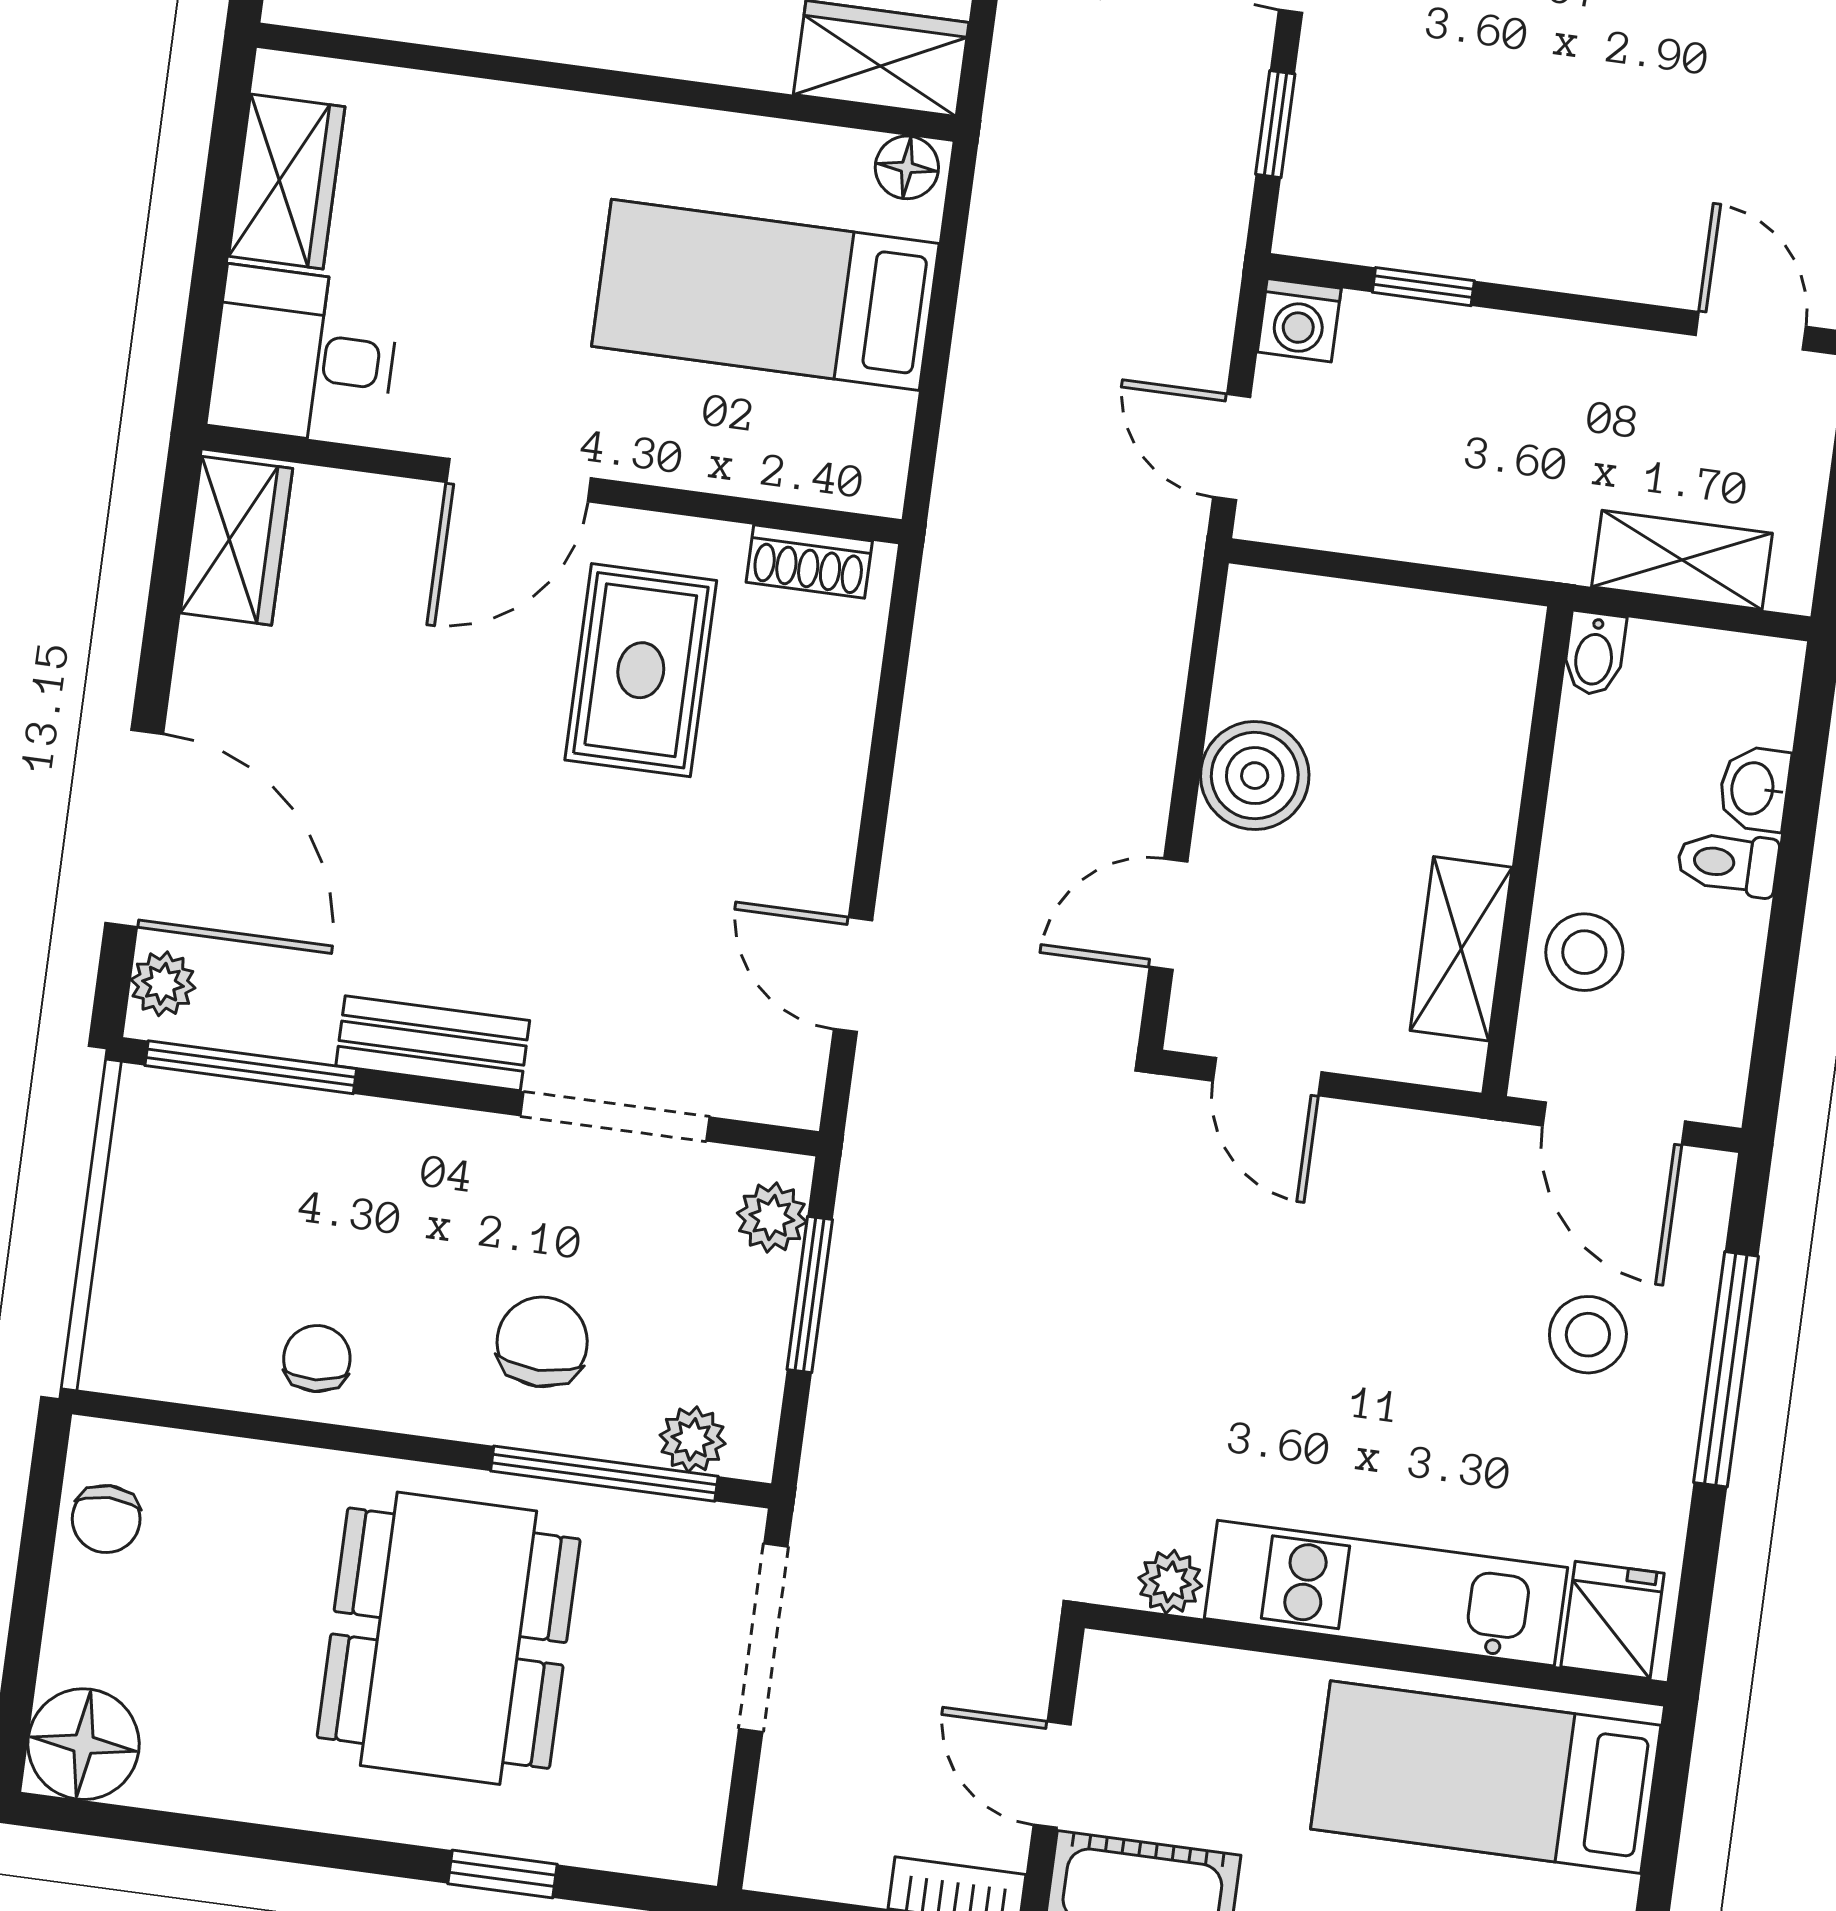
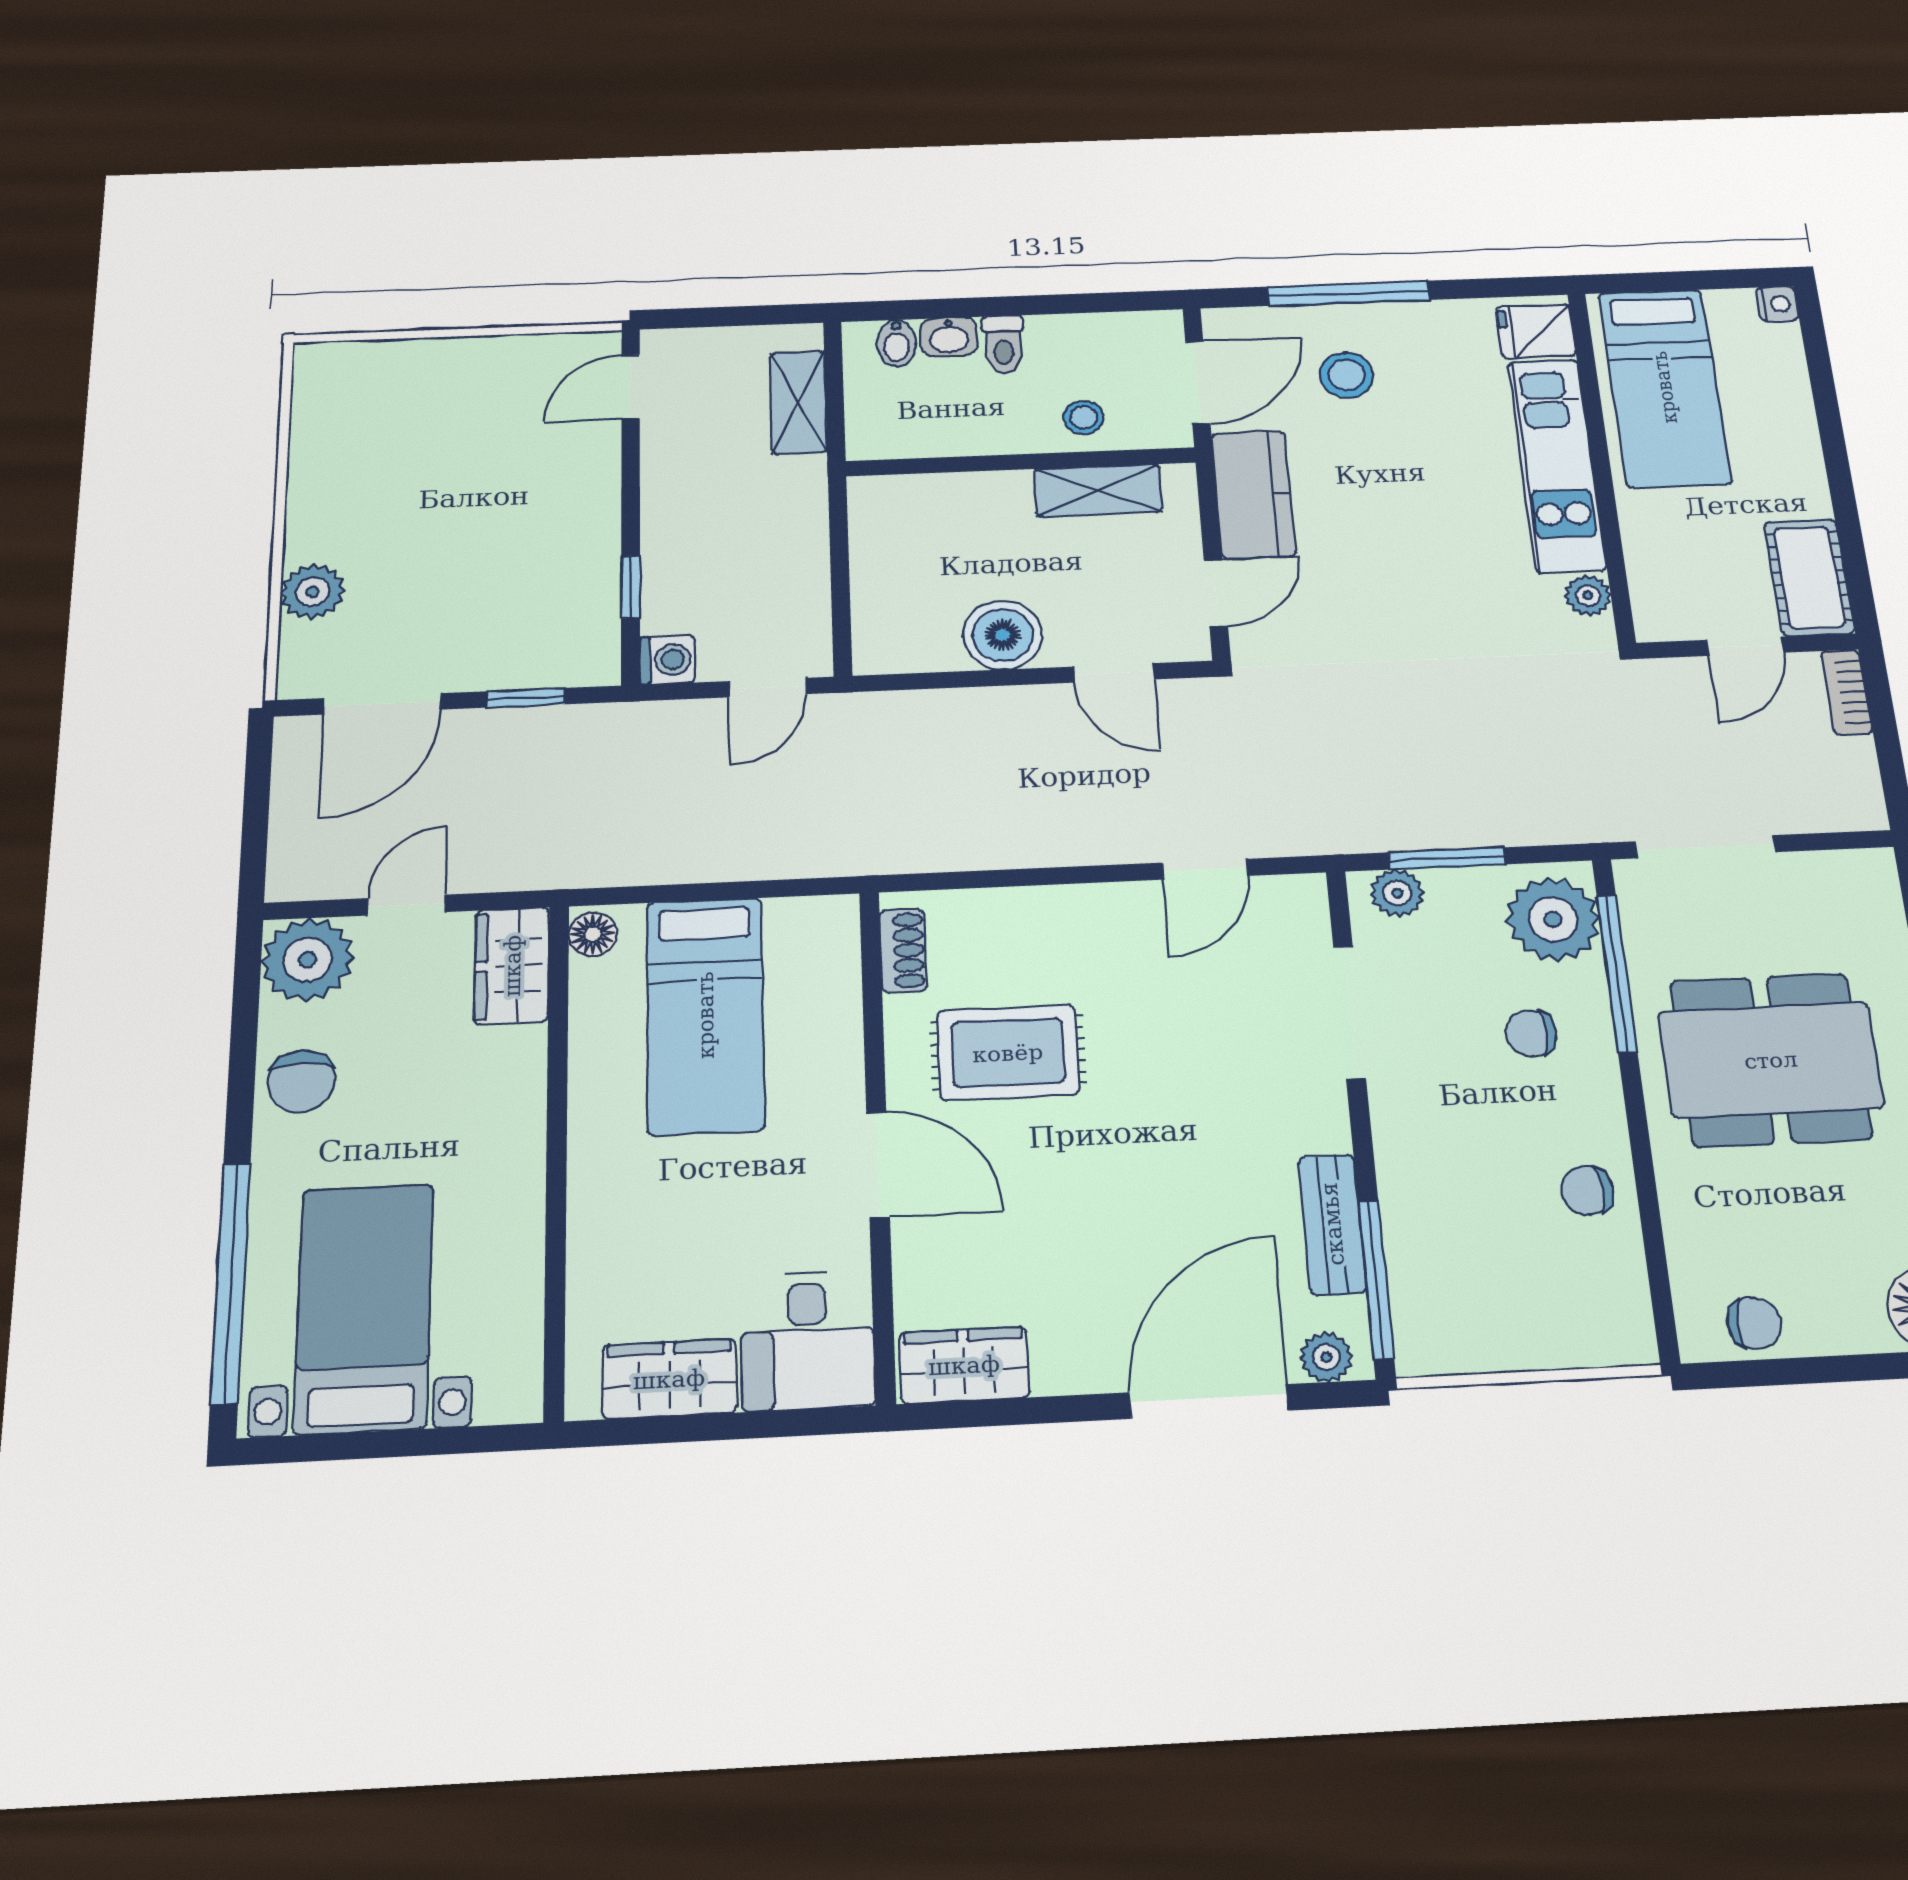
bidet: (1594, 654) -> (897, 343), moved, turned 90
stool: (1584, 952) -> (1084, 417), width x0.73, depth x0.73
bench: (433, 1043) -> (1332, 1224), moved
kitchen counter: (1415, 1162) -> (1253, 494), added
chair: (542, 1342) -> (1531, 1033), width x0.73, depth x0.73
plant: (693, 1439) -> (1553, 919), width x1.88, depth x1.88

